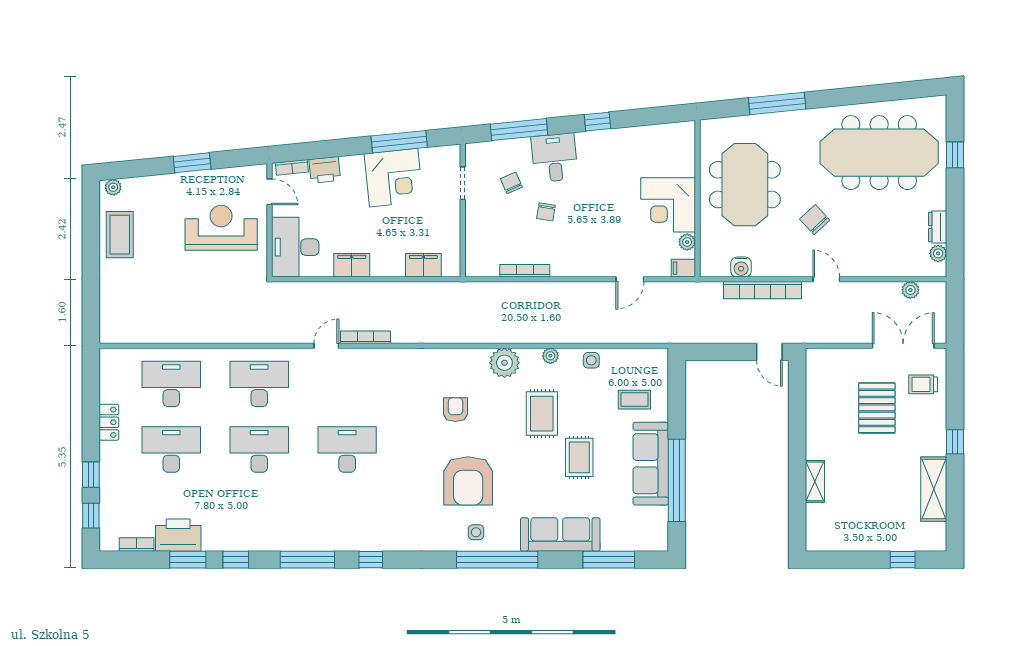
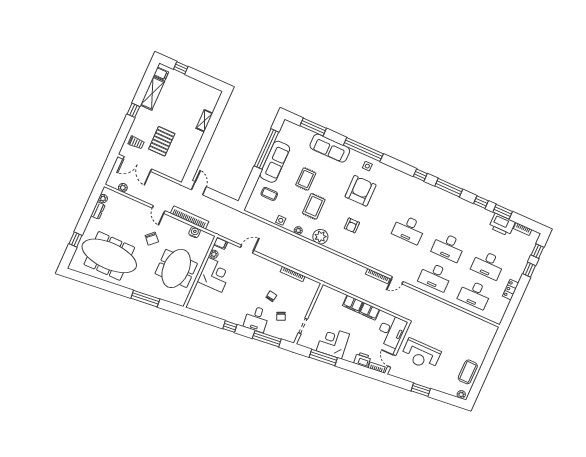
filing cabinet: (423, 265) -> (353, 304), moved
filing cabinet: (934, 532) -> (161, 74), added

